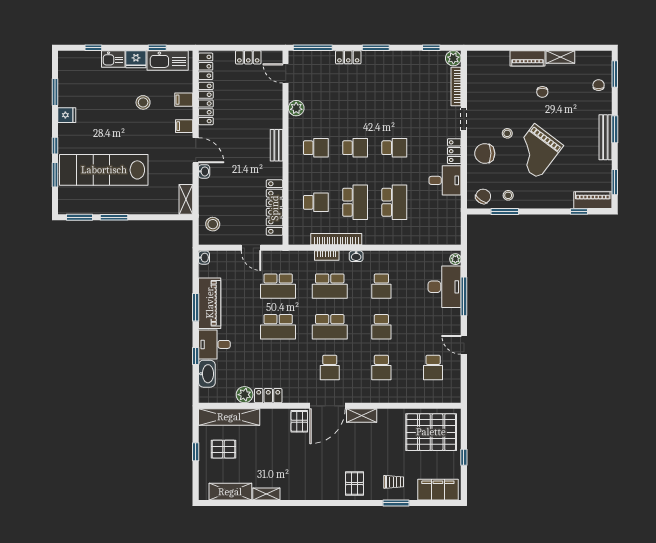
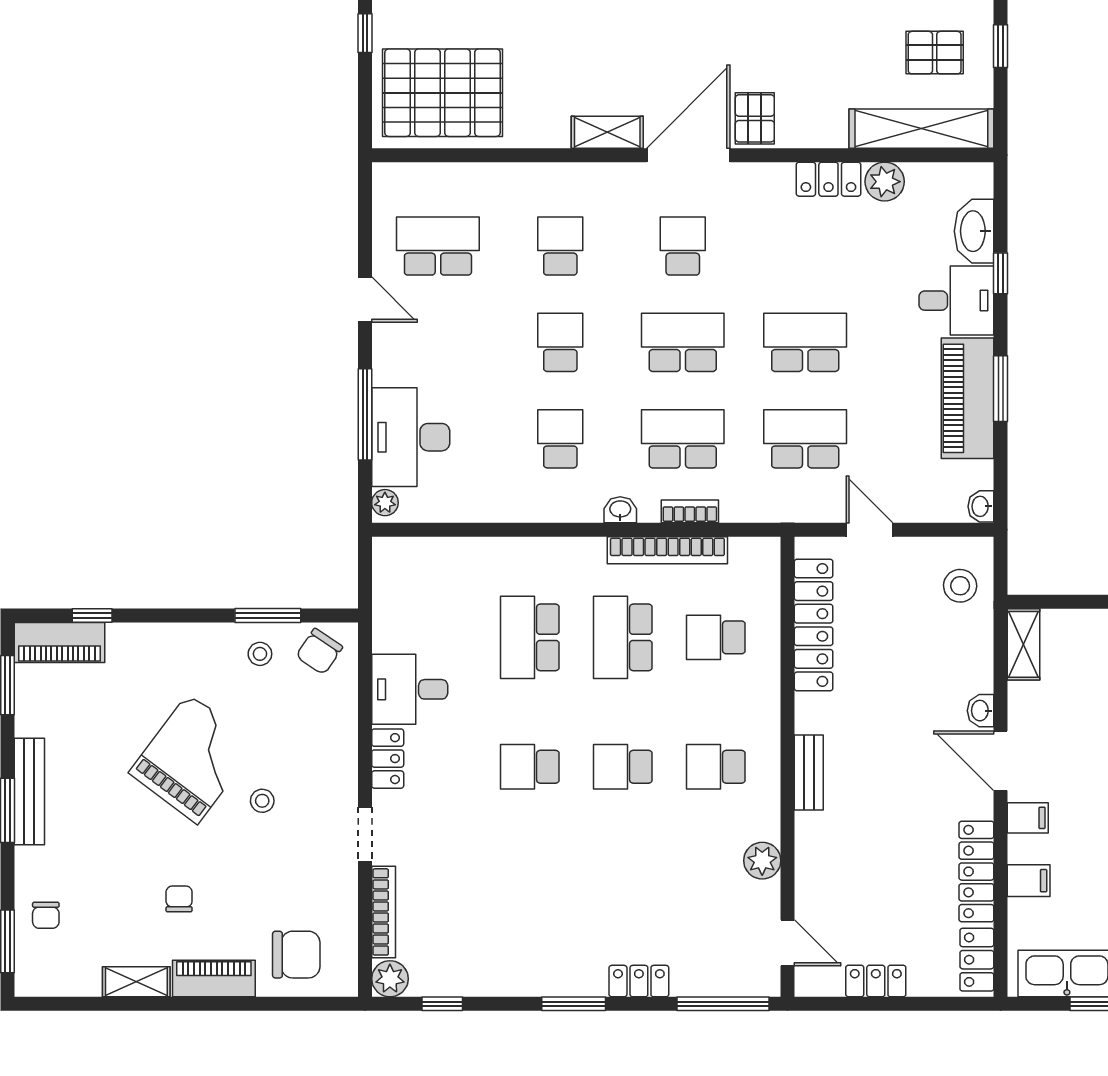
chair: (485, 153) -> (296, 955), moved
school desk: (433, 367) -> (438, 246), width x1.85

